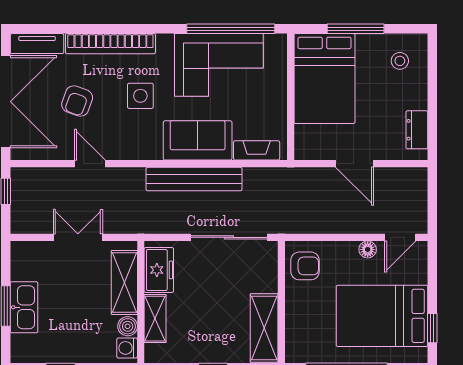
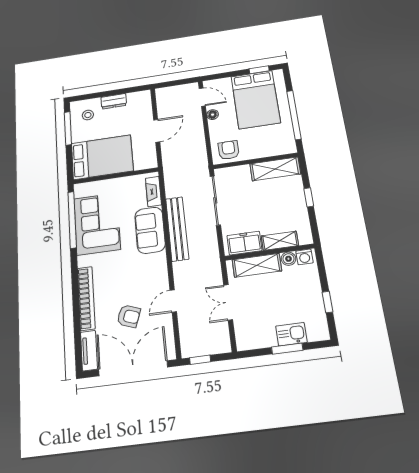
window: (356, 29) -> (68, 128), moved
side table: (140, 96) -> (122, 273), removed
dresser: (417, 130) -> (114, 101), moved
kitchen sink: (24, 307) -> (291, 334), width x0.73

